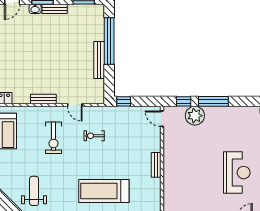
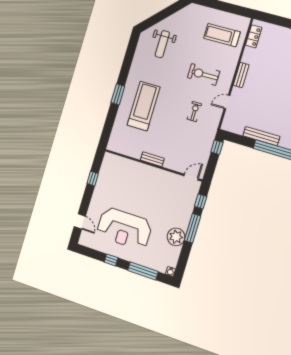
plant: (195, 116) -> (176, 237), moved
reception desk: (237, 173) -> (124, 229), width x1.36, depth x1.30
weight bench: (34, 191) -> (162, 44), turned 90

